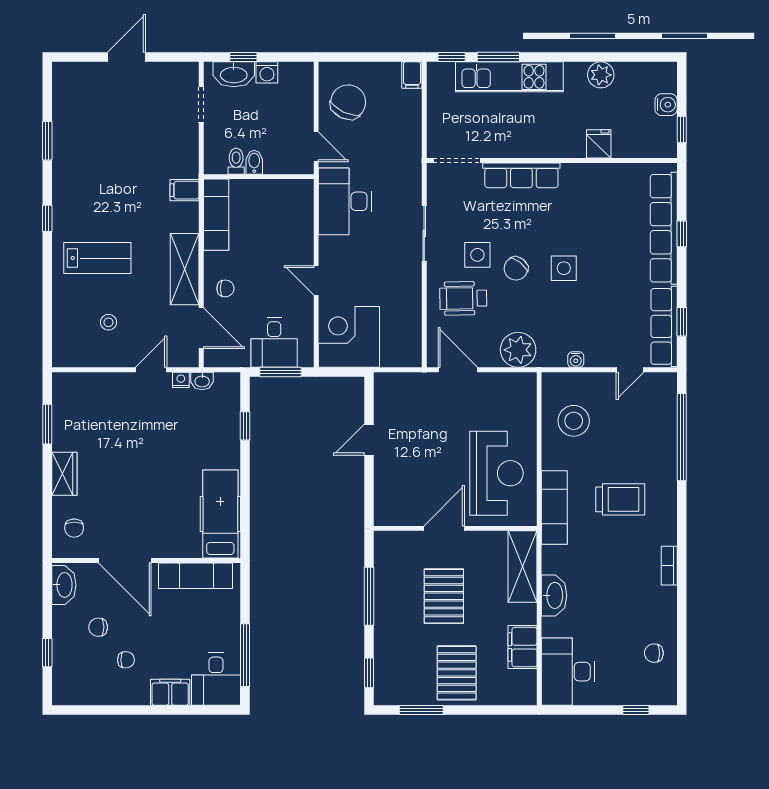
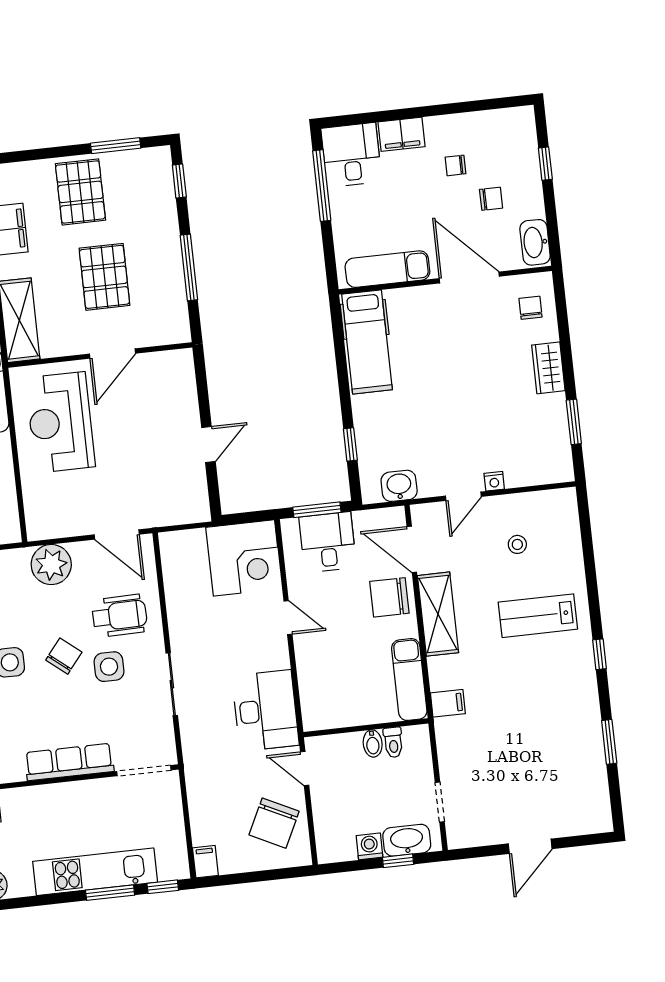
chair: (225, 288) -> (389, 597), width x1.87, depth x1.87
nightstand: (181, 380) -> (494, 481), moved
washbasin: (202, 381) -> (399, 486), width x1.38, depth x1.45

